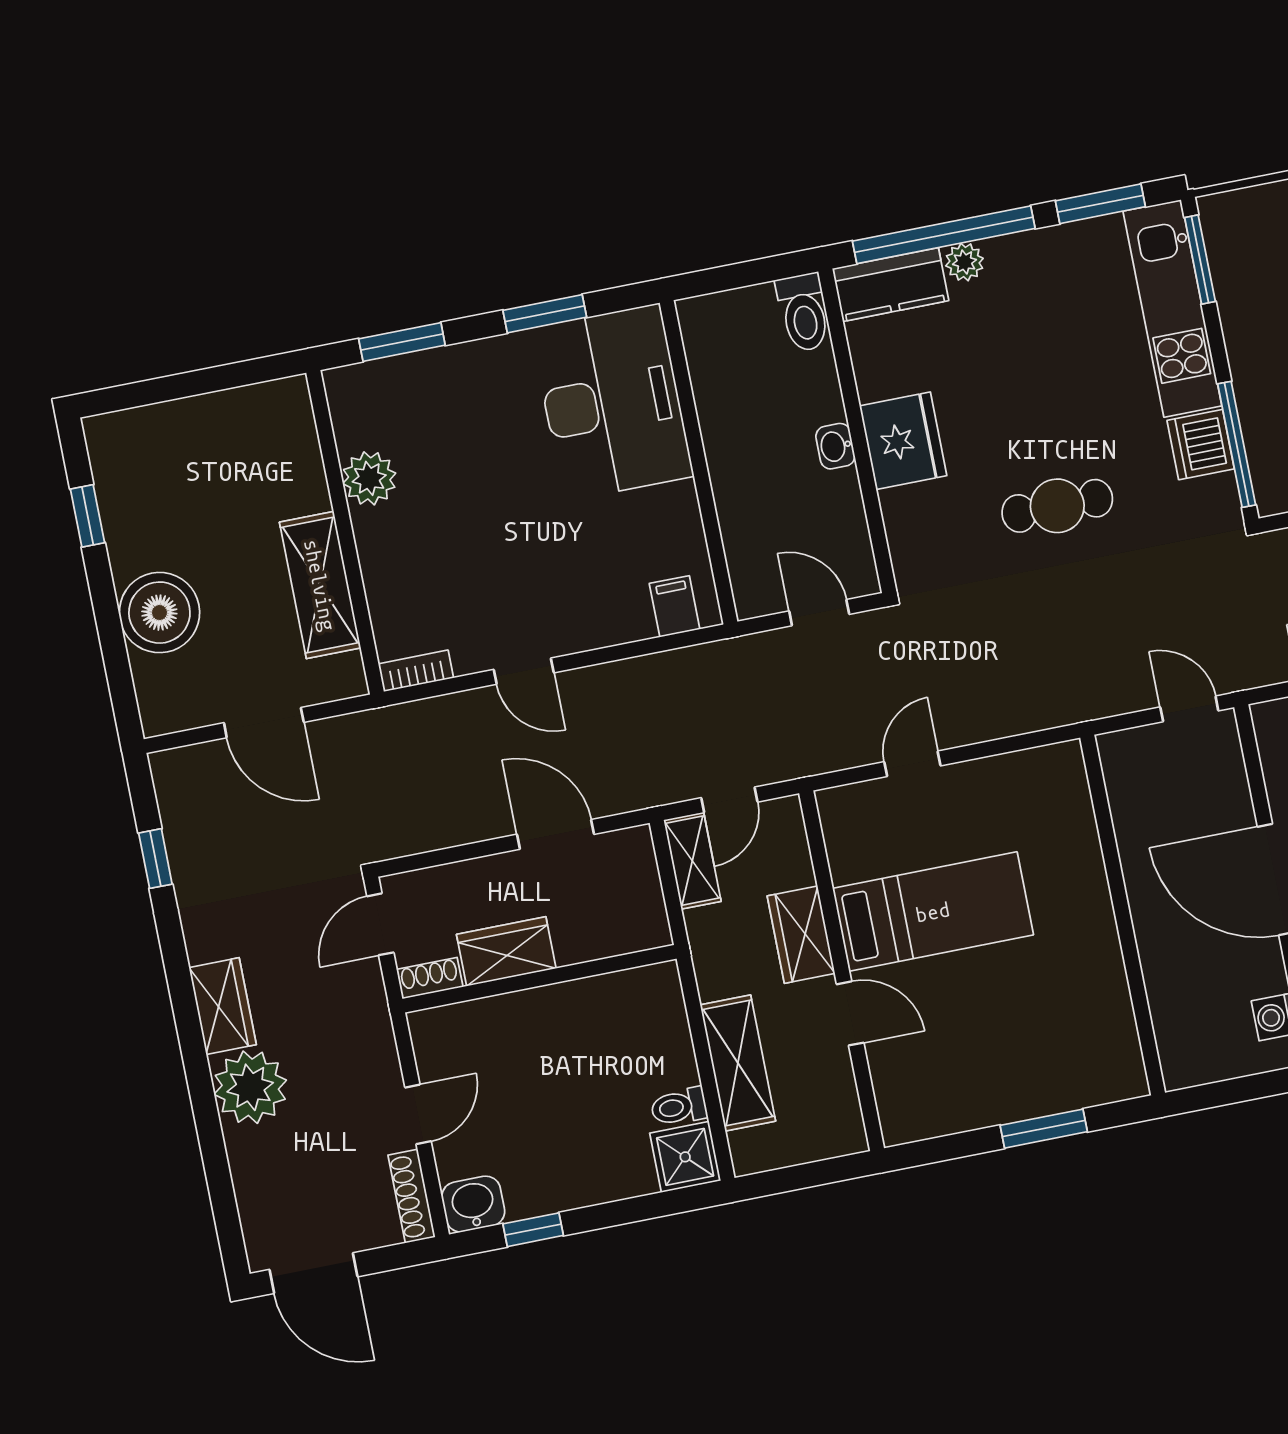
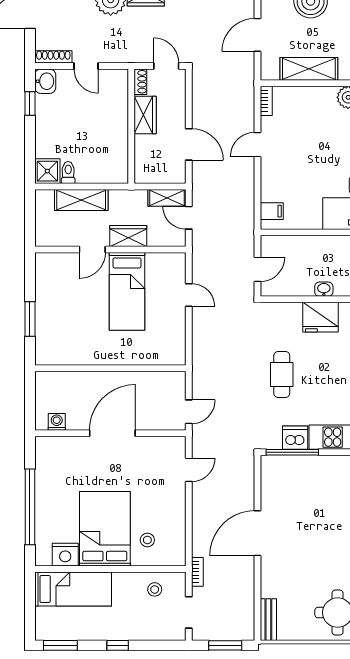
door: (555, 834) -> (189, 144), hinge flipped

